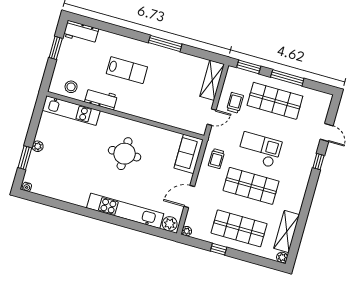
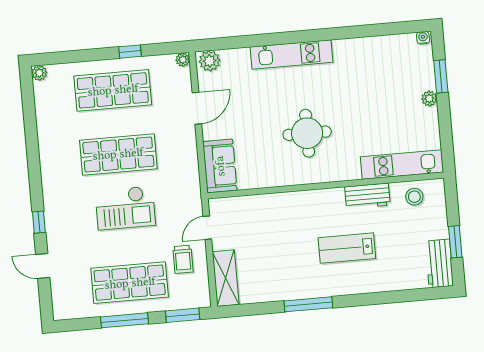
workbench: (81, 32) -> (439, 263), moved, turned -90
trolley: (216, 159) -> (179, 174), removed
kitchen unit: (125, 211) -> (292, 55), width x0.73
shelving: (287, 232) -> (46, 111), removed

